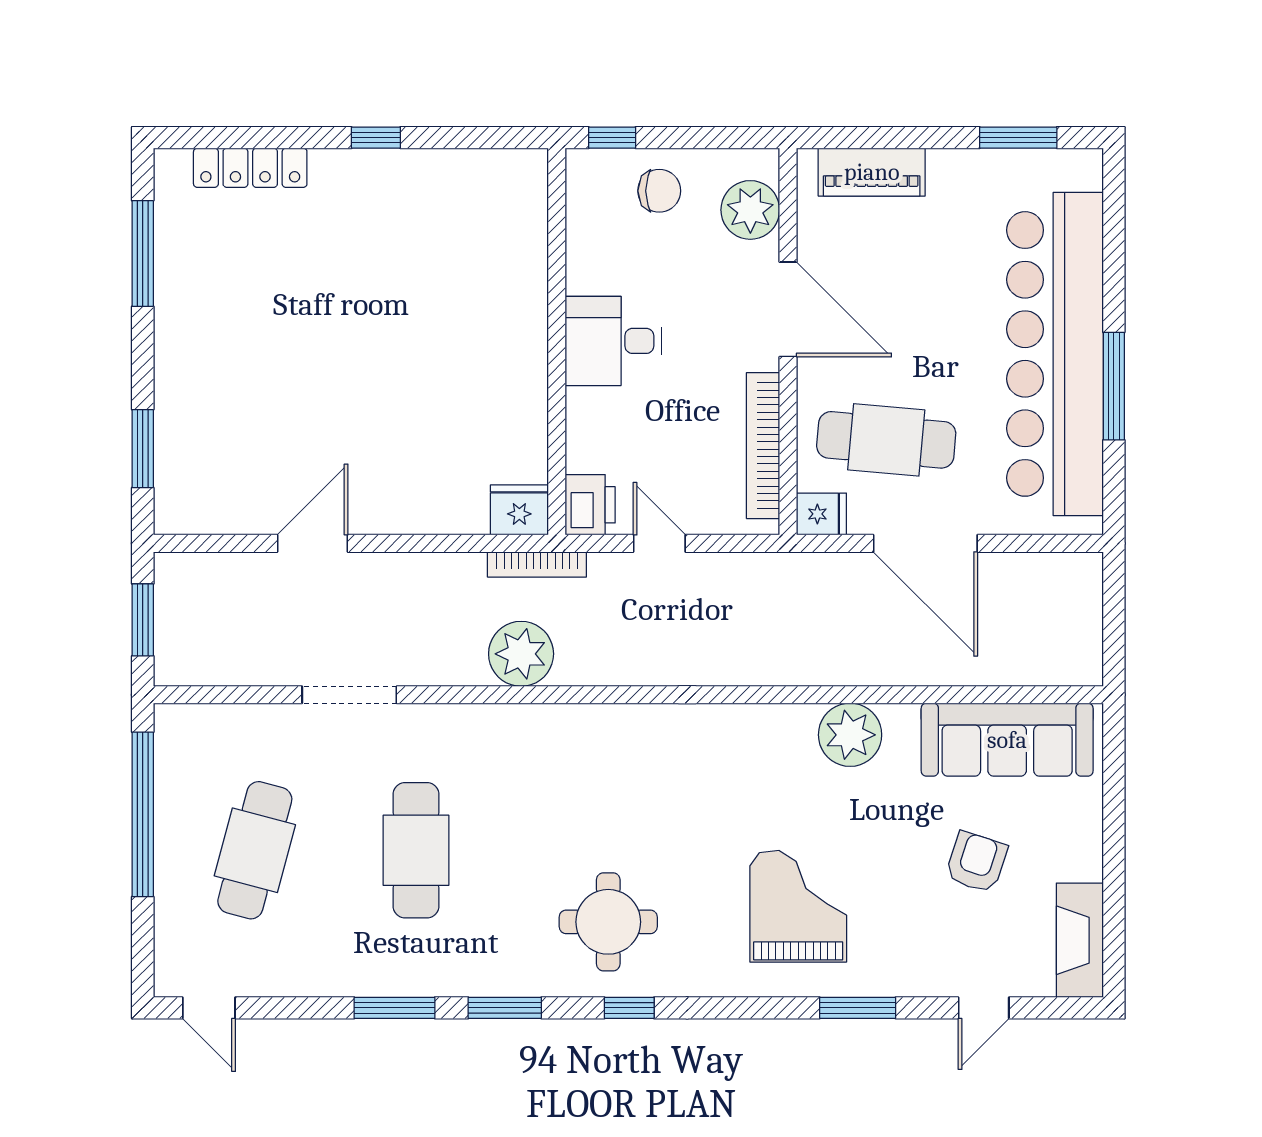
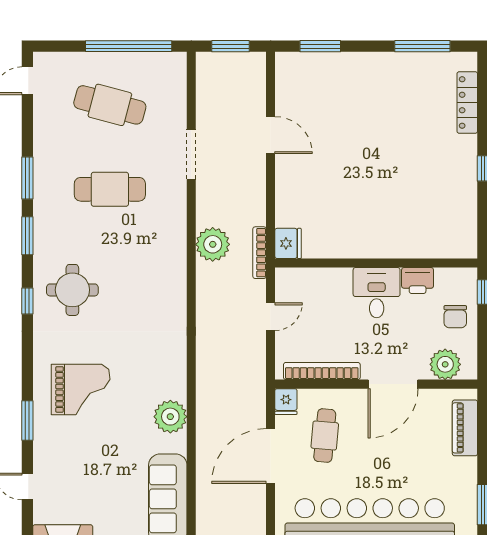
cafe table: (886, 440) -> (325, 436), width x0.73, depth x0.74
printer: (590, 505) -> (418, 281), moved
armchair: (976, 862) -> (104, 483), removed

